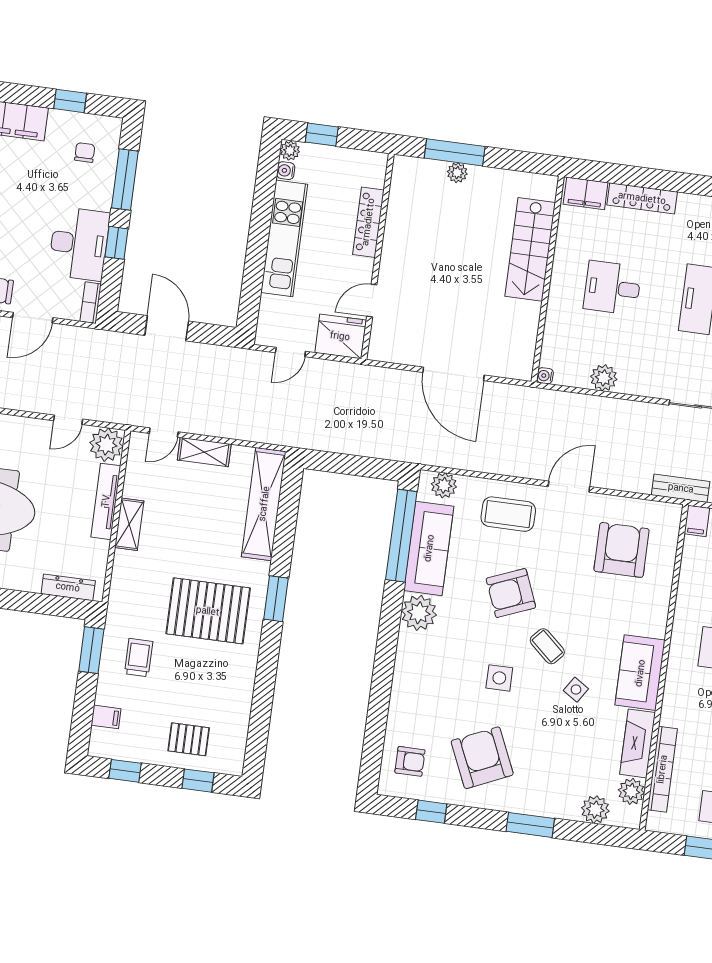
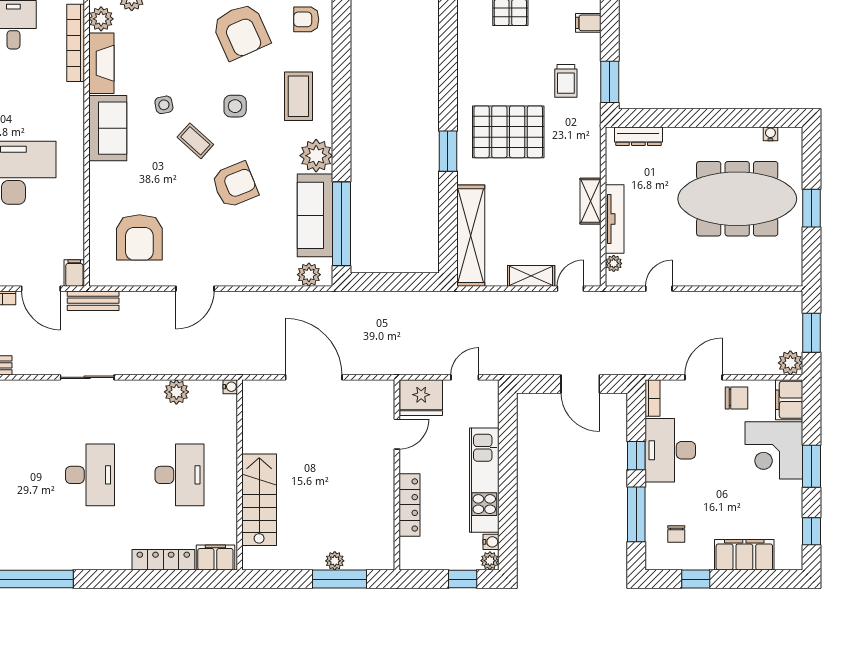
desk: (612, 288) -> (179, 475), width x1.37
plant: (106, 445) -> (614, 263), width x0.53, depth x0.53
coffee table: (508, 514) -> (298, 96), moved, turned 90
side table: (576, 690) -> (164, 105), turned 45

